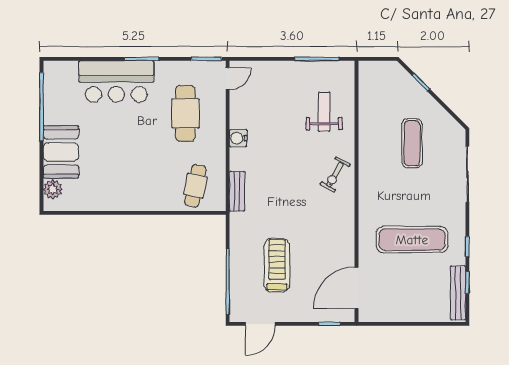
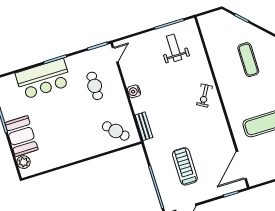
weight bench: (324, 112) -> (174, 48), moved
cafe table: (185, 113) -> (95, 86), width x0.73, depth x0.74
cafe table: (195, 186) -> (116, 131), turned -57

